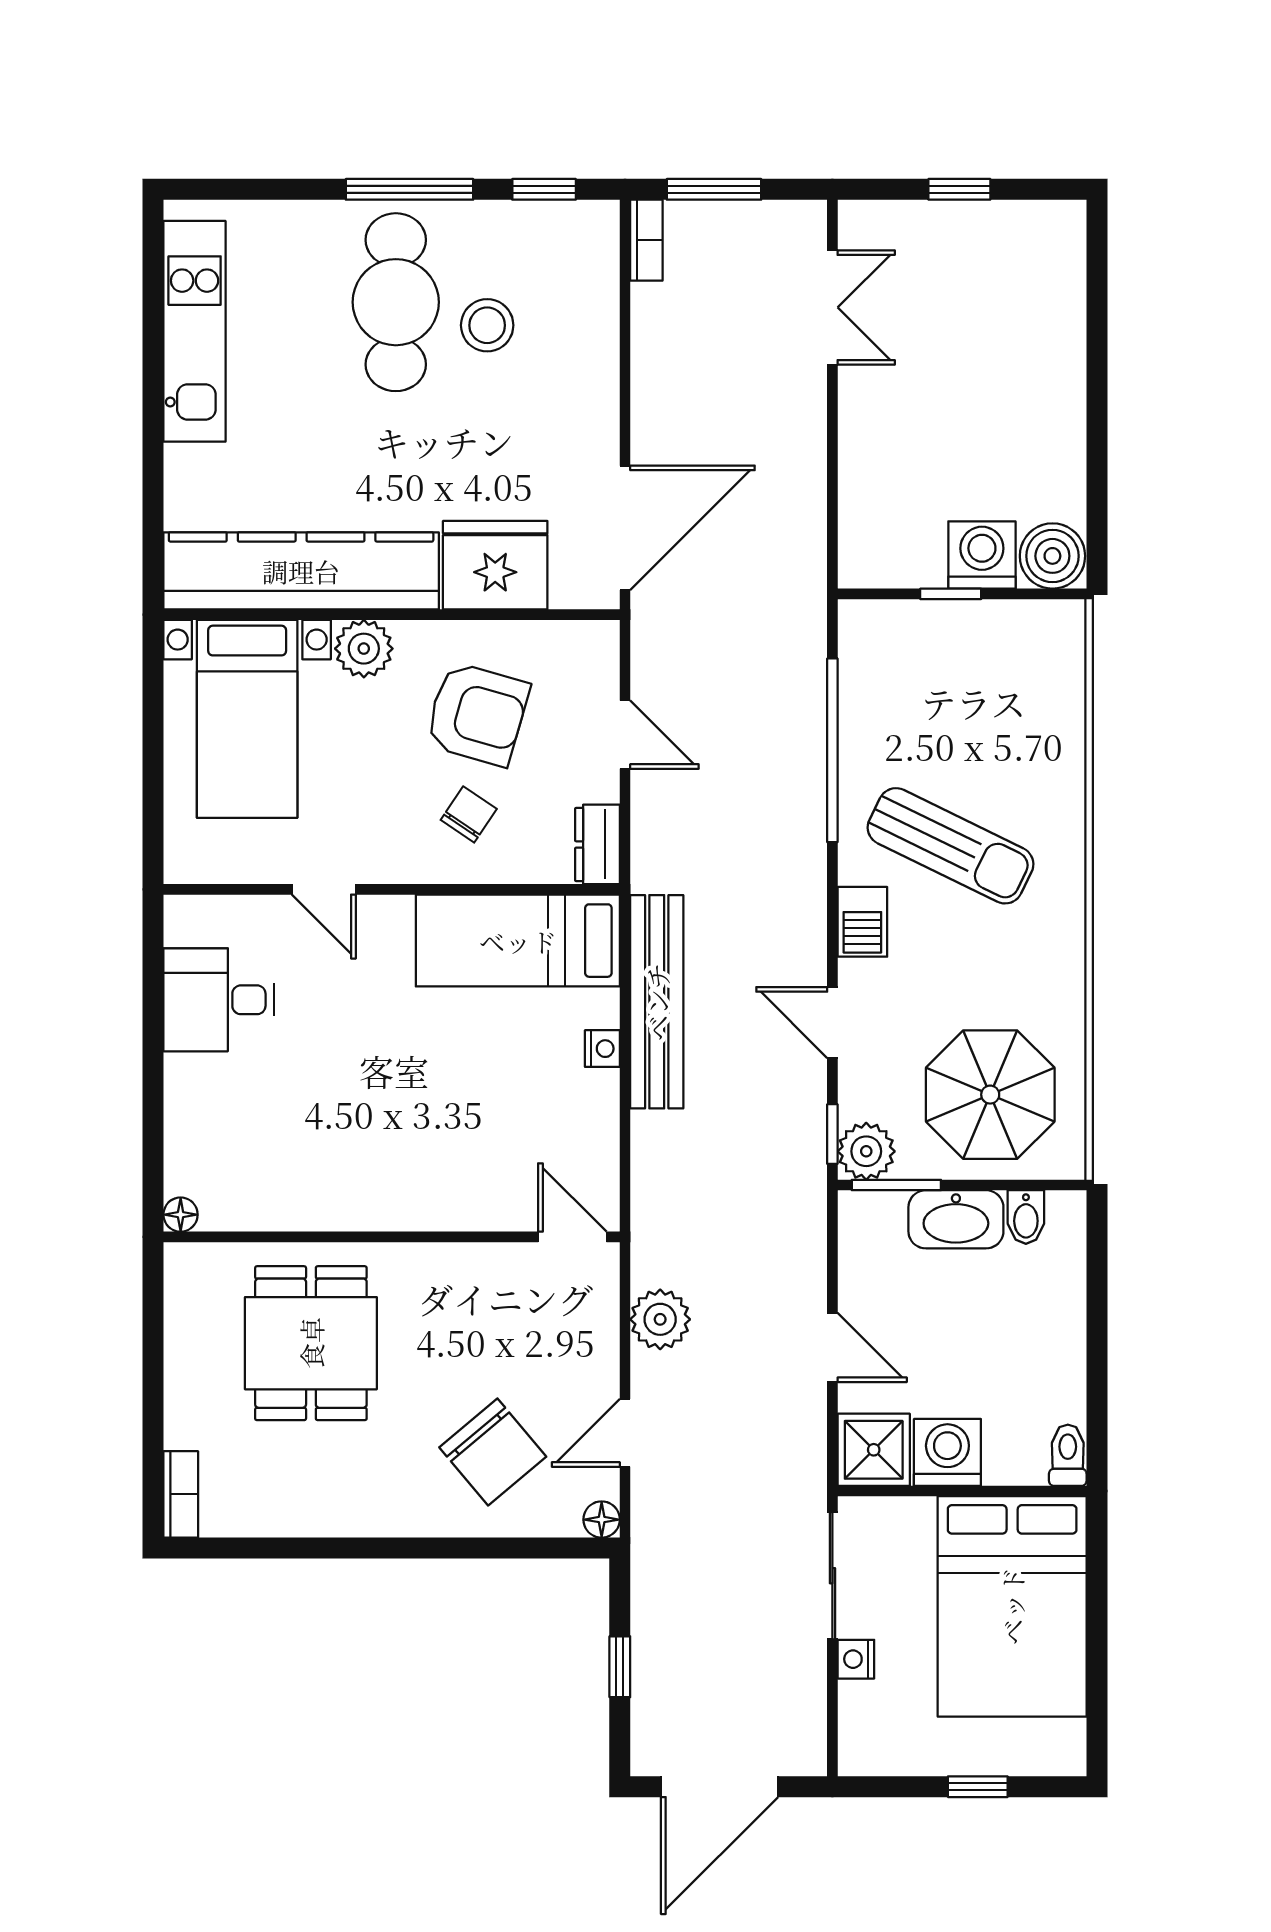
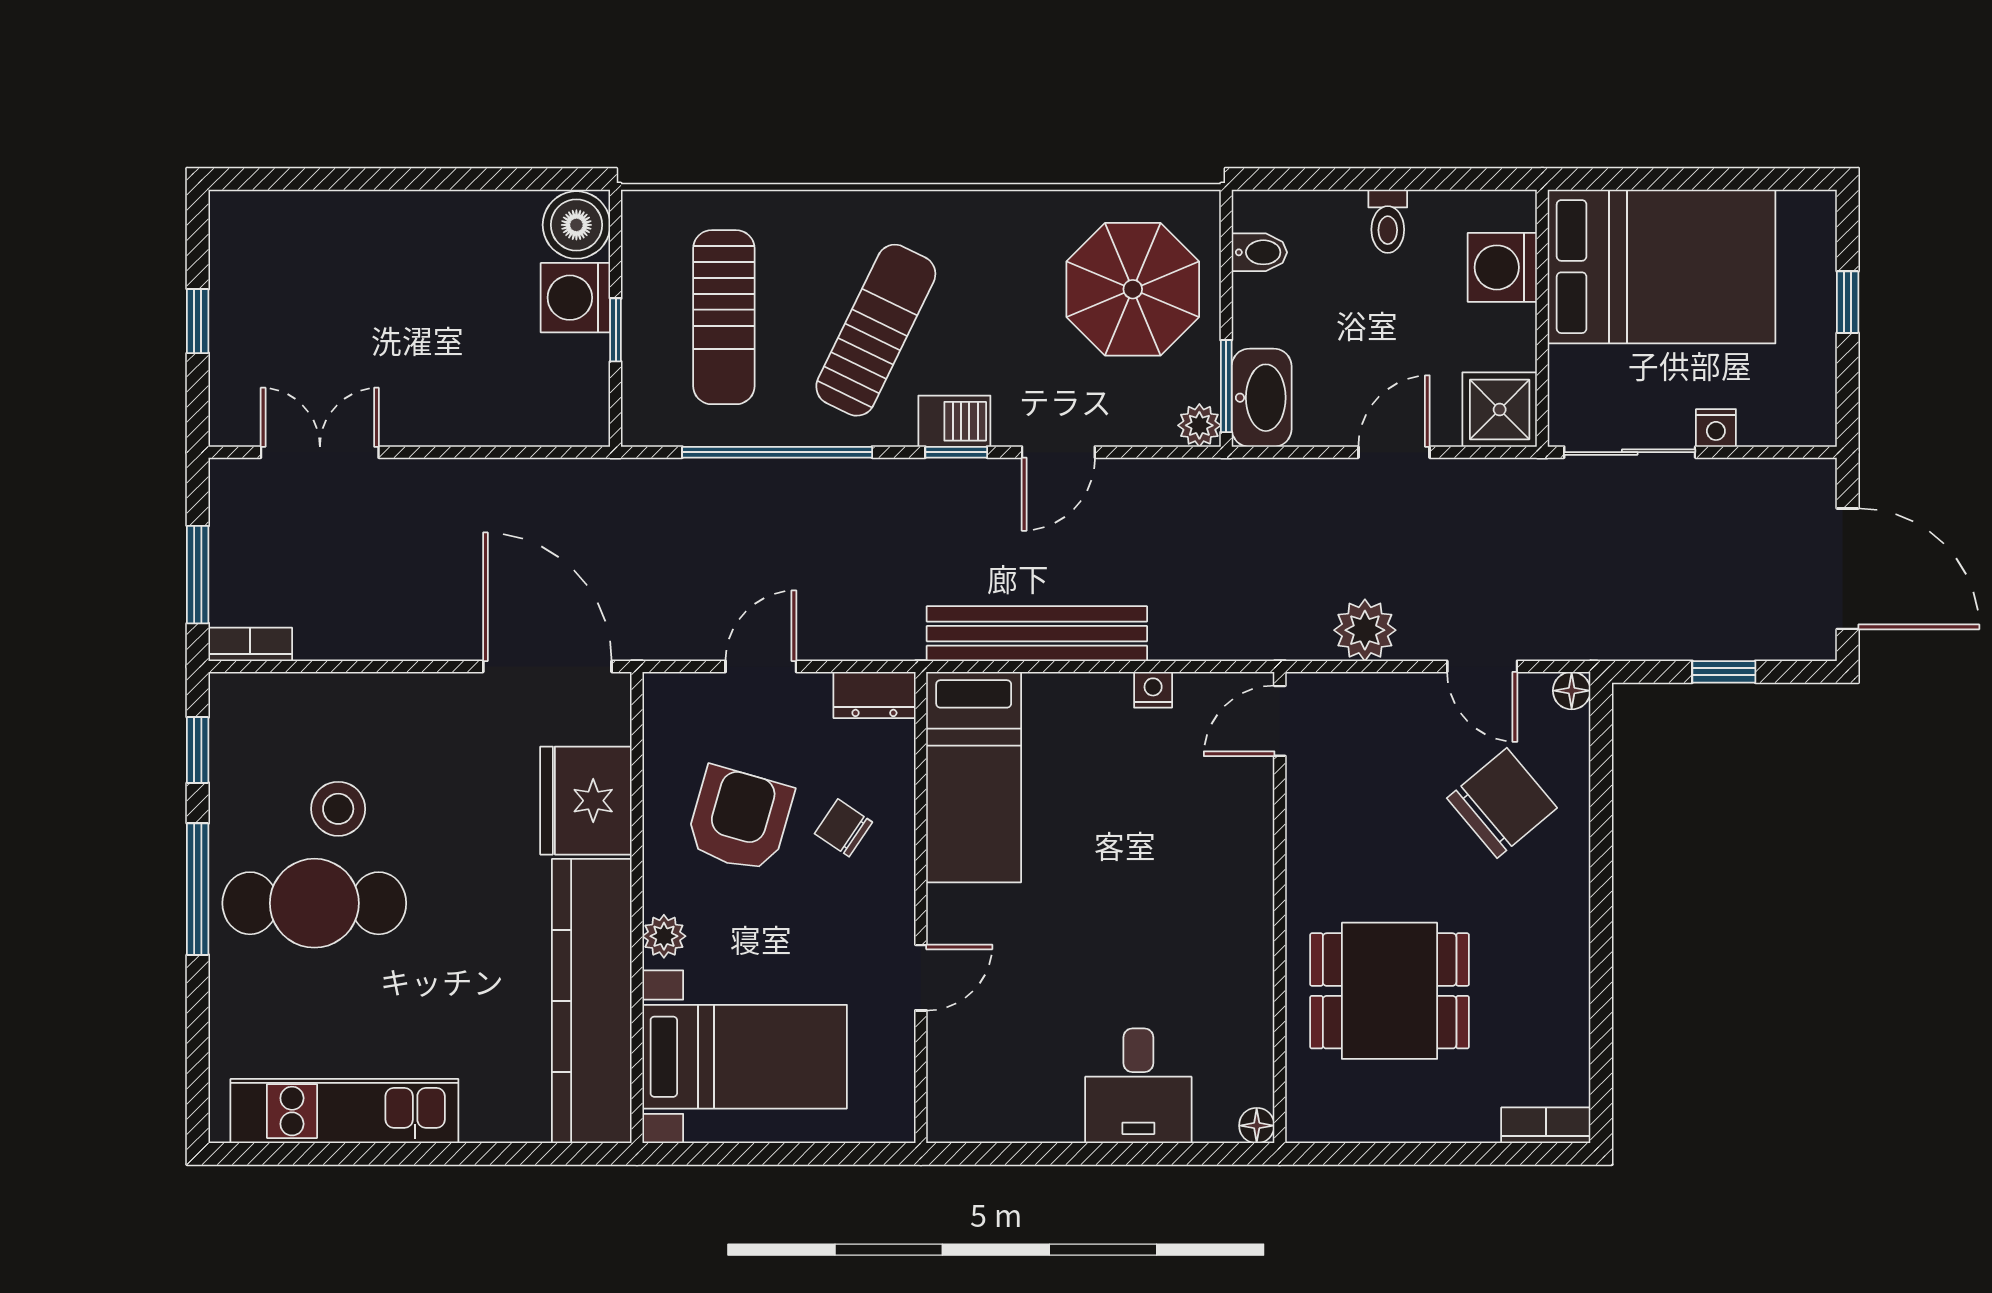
plant: (364, 649) -> (664, 936), width x0.73, depth x0.73
sun lounger: (963, 699) -> (724, 317), added
desk: (219, 1000) -> (1138, 1086), moved
nightstand: (602, 1049) -> (1153, 690), moved
window: (832, 1134) -> (956, 452), moved
plant: (866, 1151) -> (1199, 425), width x0.73, depth x0.73
washbasin: (956, 1219) -> (1262, 398), moved
washing machine: (947, 1452) -> (1502, 267), moved
toilet: (1068, 1455) -> (1388, 221), moved, turned -90

